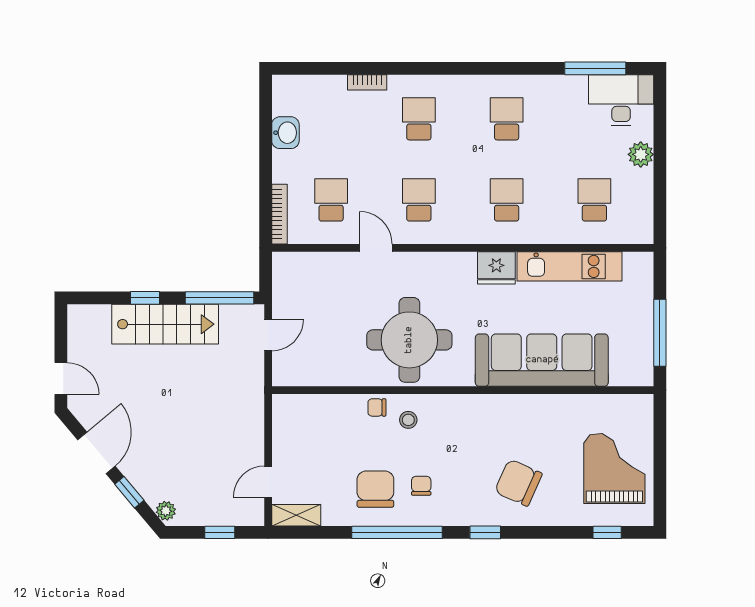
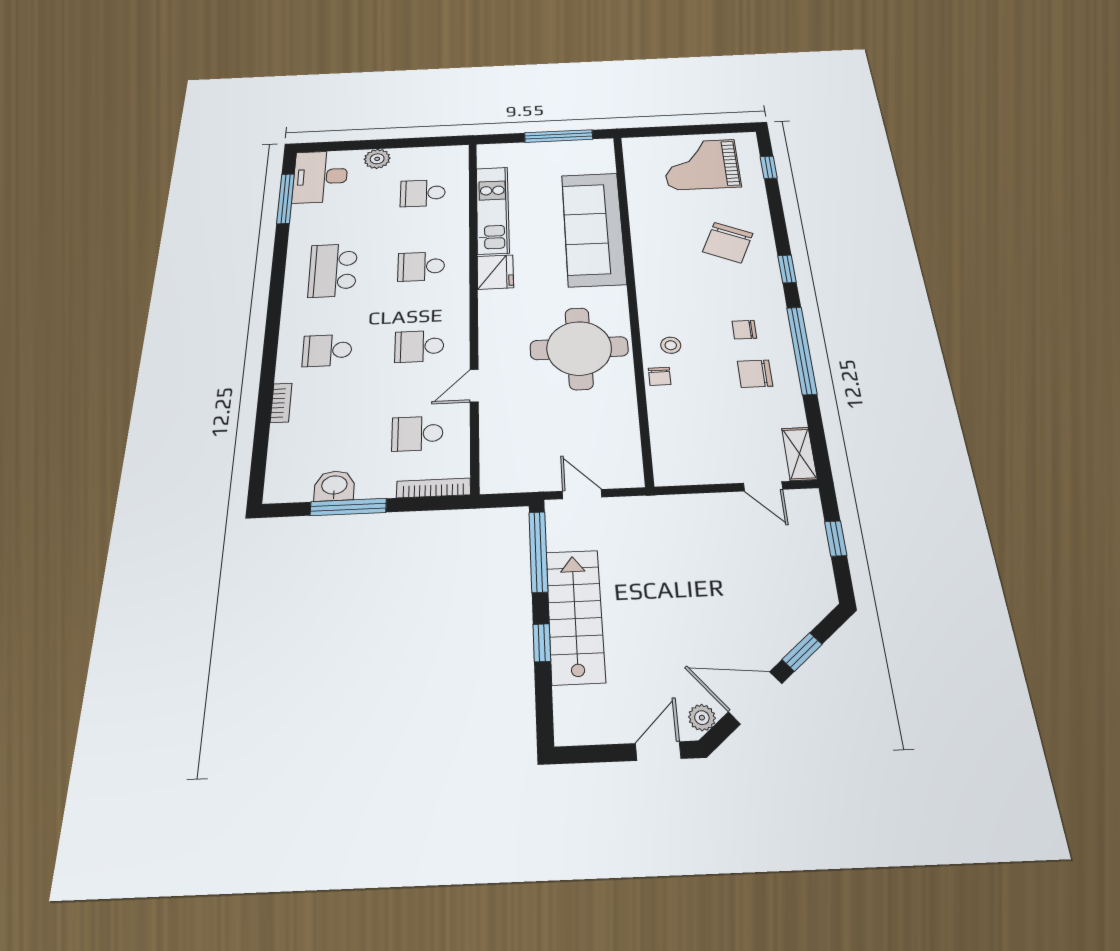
school desk: (507, 119) -> (333, 270), width x1.85
window: (266, 145) -> (348, 507), added
chair: (375, 489) -> (755, 374), width x0.73, depth x0.73
plant: (166, 511) -> (702, 718), moved

